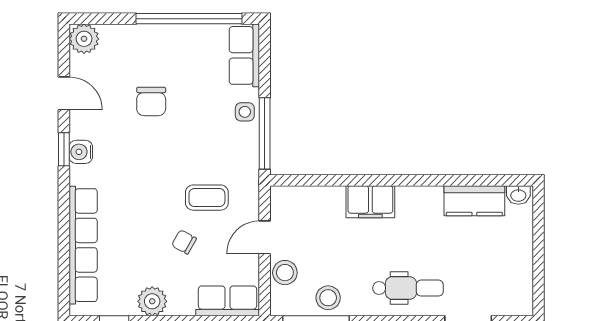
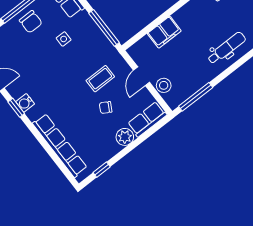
chair: (151, 101) -> (31, 22), moved
side table: (245, 112) -> (64, 39), moved
filing cabinet: (370, 202) -> (164, 32), moved
stool: (328, 298) -> (193, 81), removed
plant: (152, 301) -> (125, 137), moved

